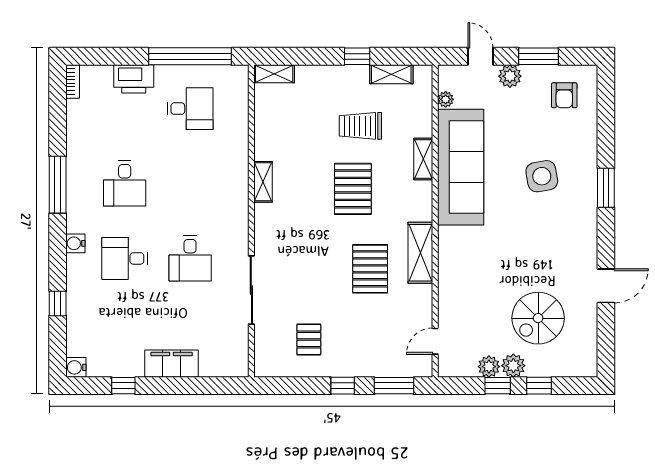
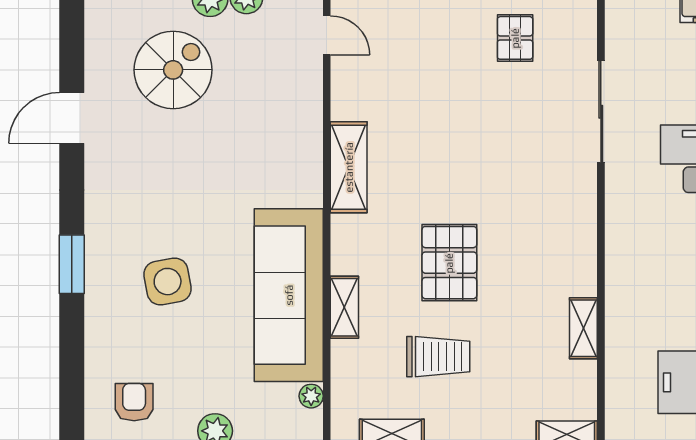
shelving: (263, 182) -> (583, 328), moved
pallet: (370, 269) -> (424, 143), removed
door: (435, 341) -> (327, 35), hinge flipped

